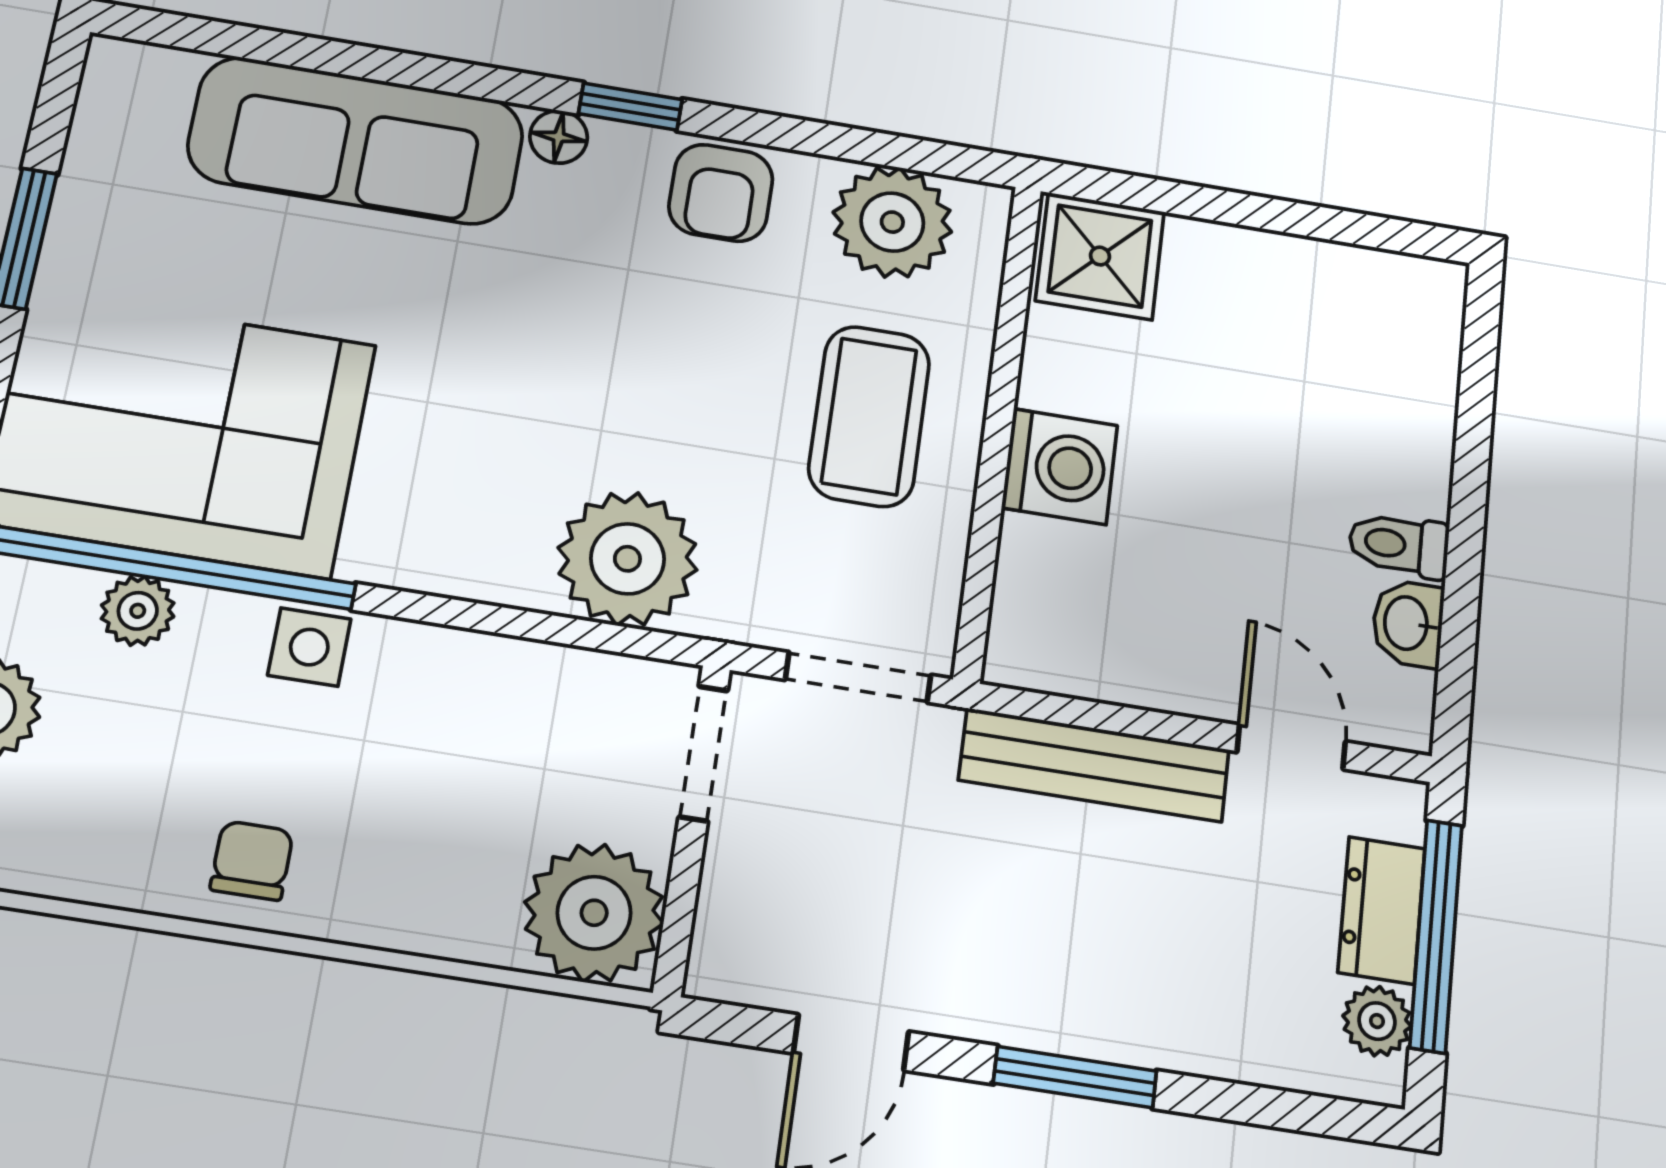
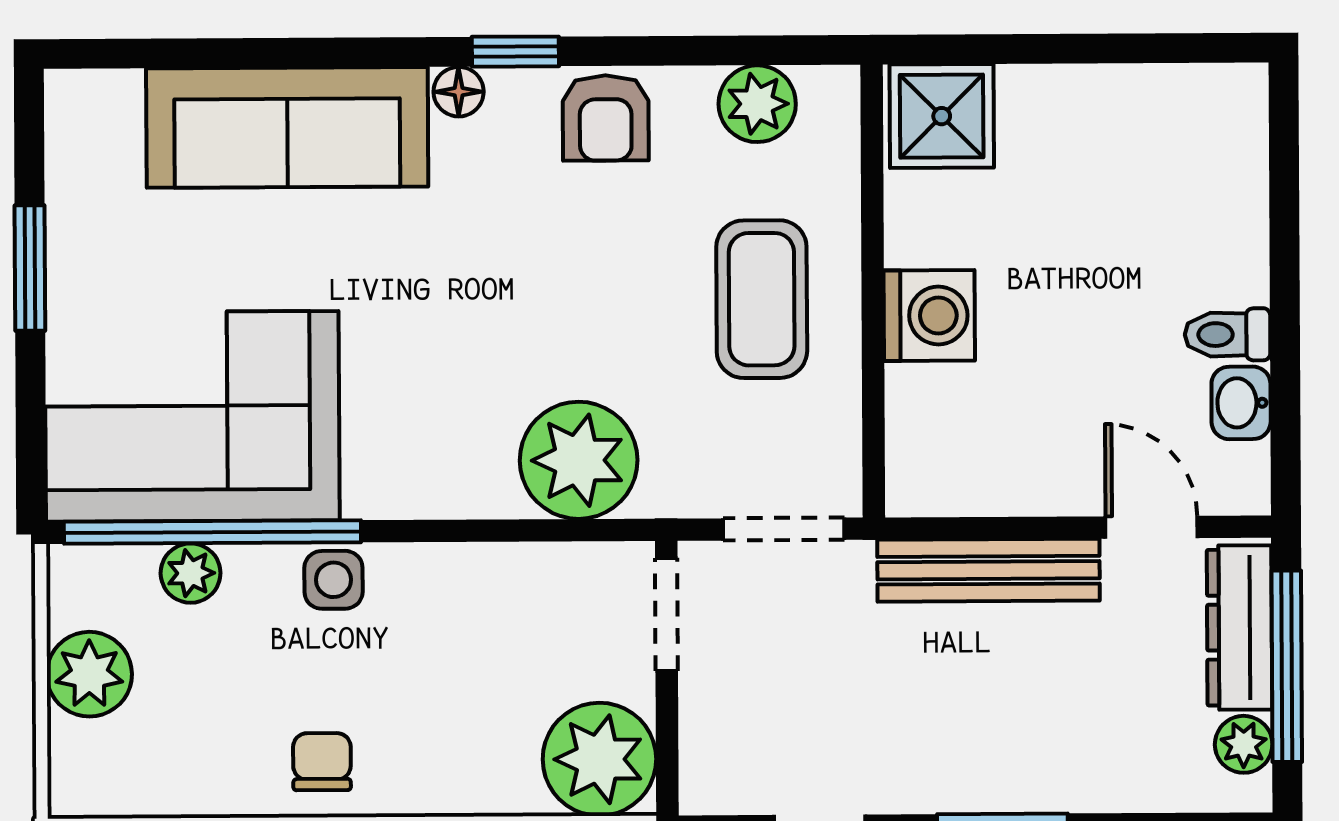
plant: (892, 222) -> (757, 104), width x0.73, depth x0.73
dresser: (1382, 910) -> (1239, 628), width x1.44

